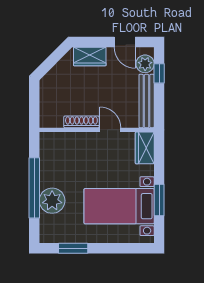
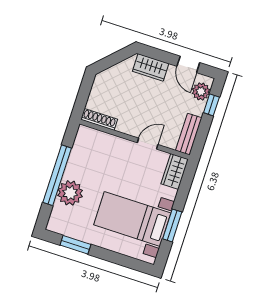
bench: (147, 101) -> (189, 134), width x0.73
shoe rack: (81, 122) -> (99, 119), moved
door: (110, 130) -> (148, 144), hinge flipped

